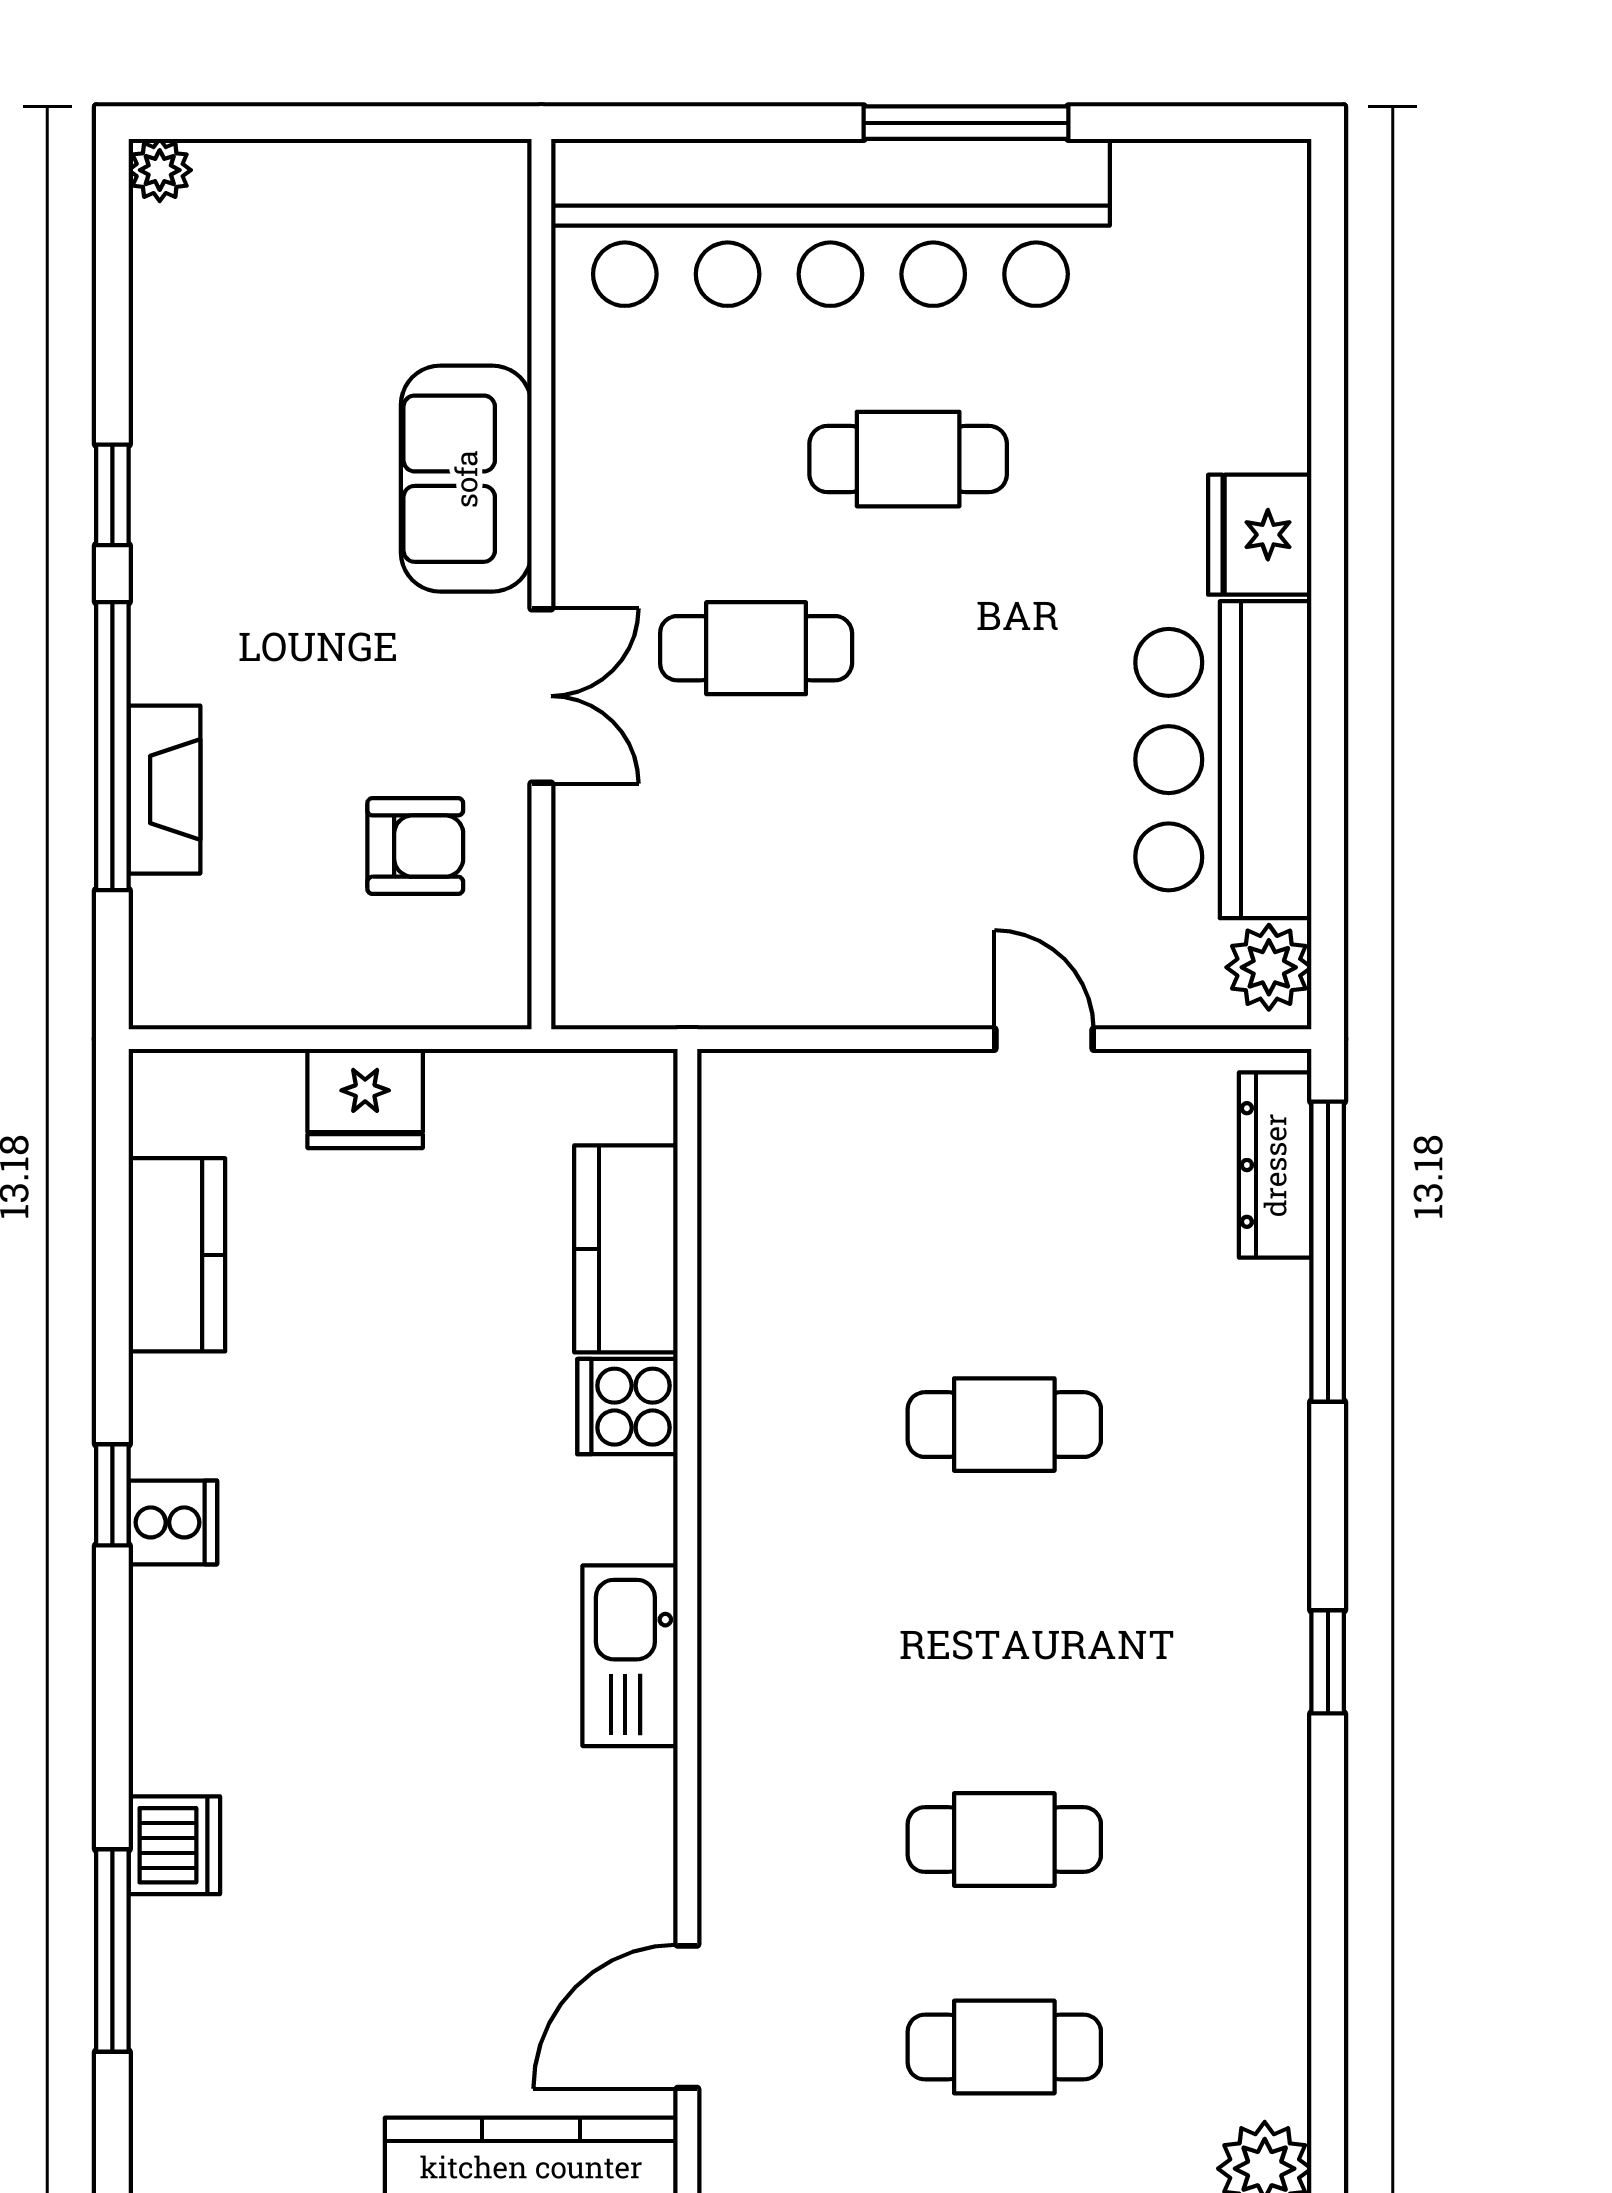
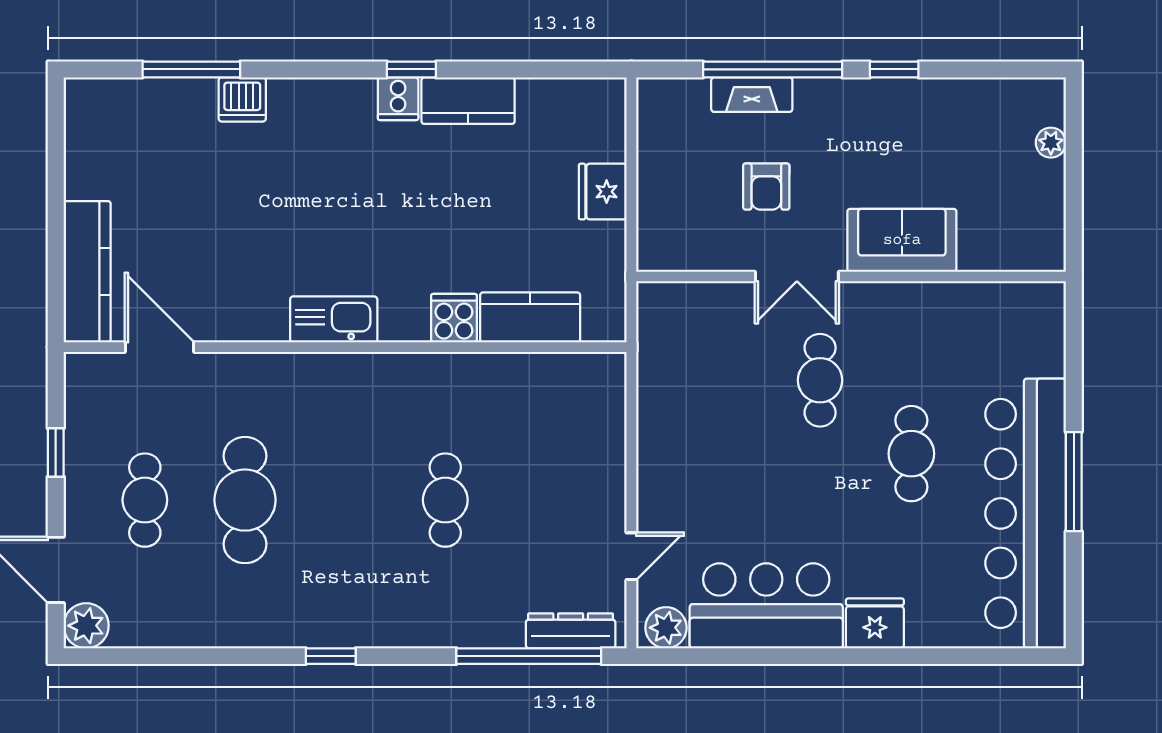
plant: (160, 170) -> (1051, 143), moved
bar counter: (830, 222) -> (1026, 513), moved
armchair: (415, 846) -> (766, 187), moved
door: (1044, 1039) -> (631, 556), moved
kitchen counter: (177, 1255) -> (468, 101), moved
cafe table: (1004, 1840) -> (245, 500), width x1.37, depth x1.35

